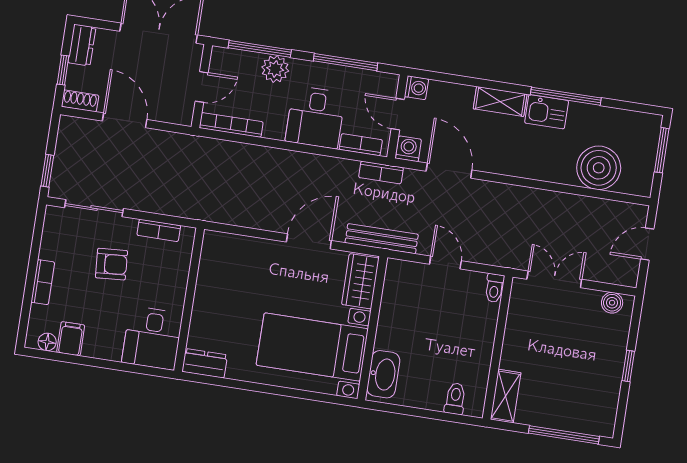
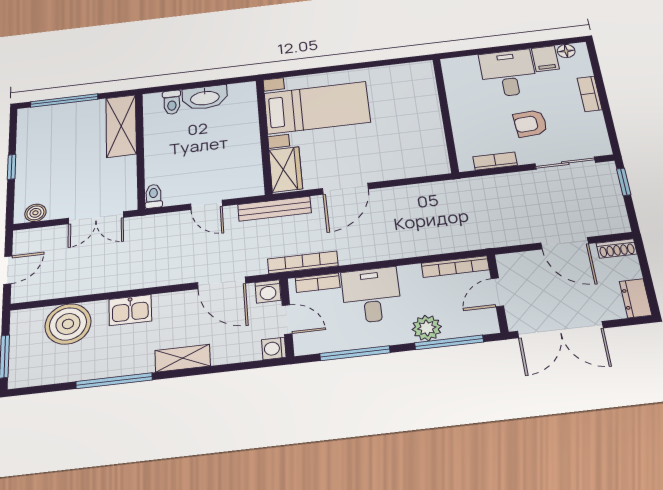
window: (63, 70) -> (645, 271), removed
kitchen sink: (547, 112) -> (130, 310), moved, turned 180
bookcase: (381, 173) -> (303, 262), width x1.56
desk: (152, 338) -> (508, 73), moved
dresser: (205, 363) -> (414, 71), removed
washbasin: (383, 374) -> (205, 97), moved, turned -90
shelving: (506, 396) -> (121, 126), width x1.50, depth x1.33

